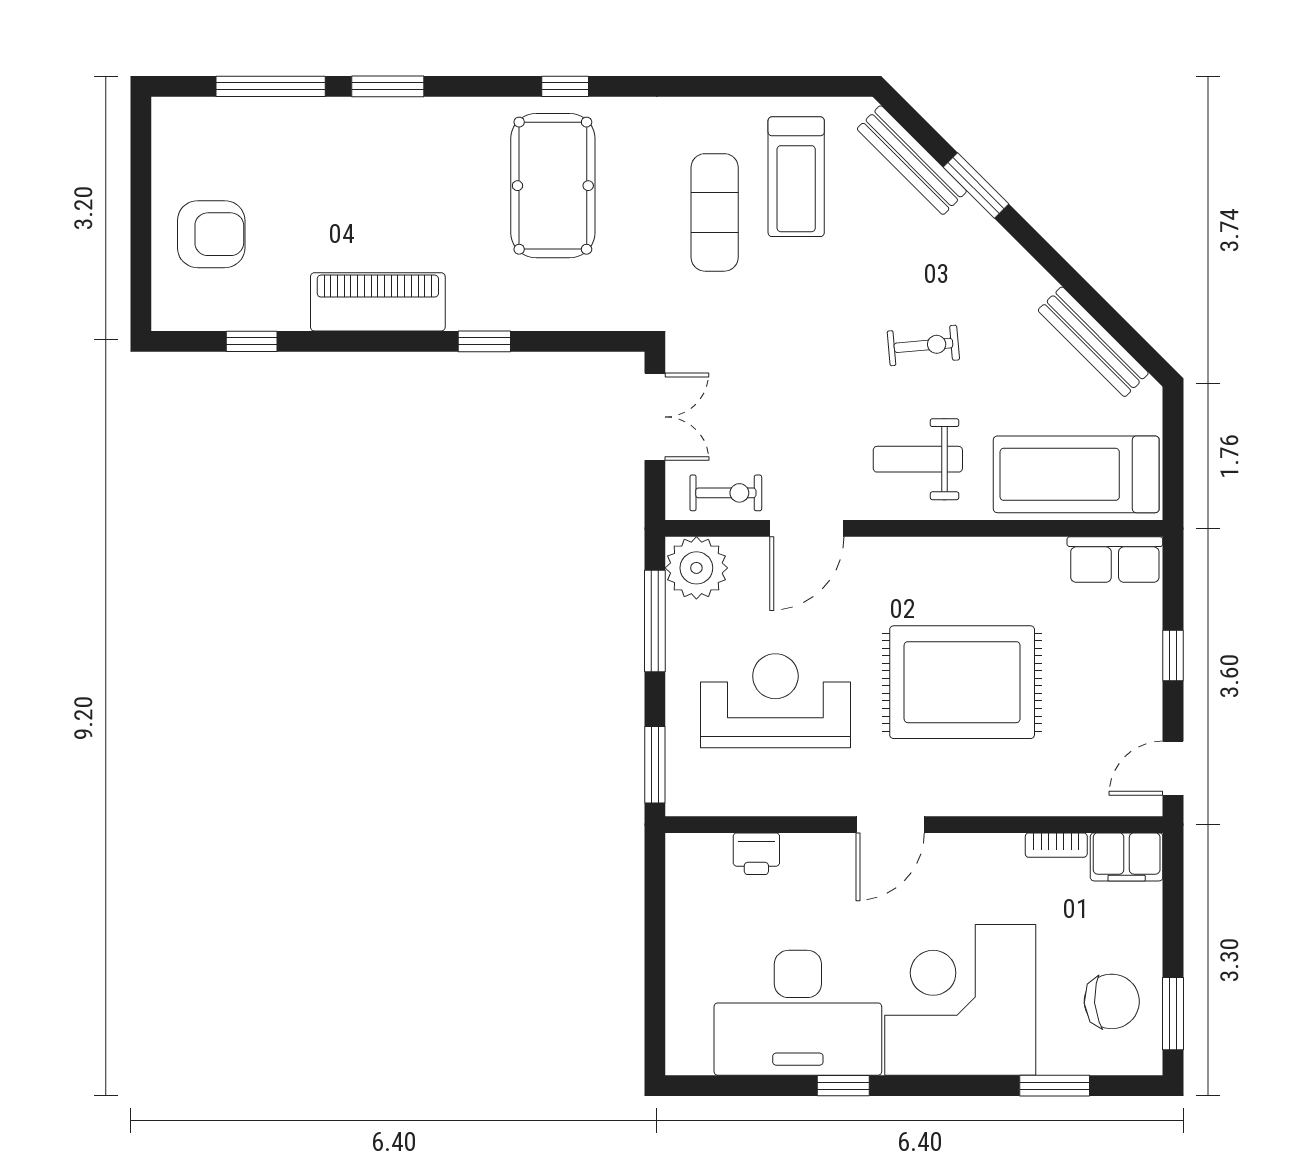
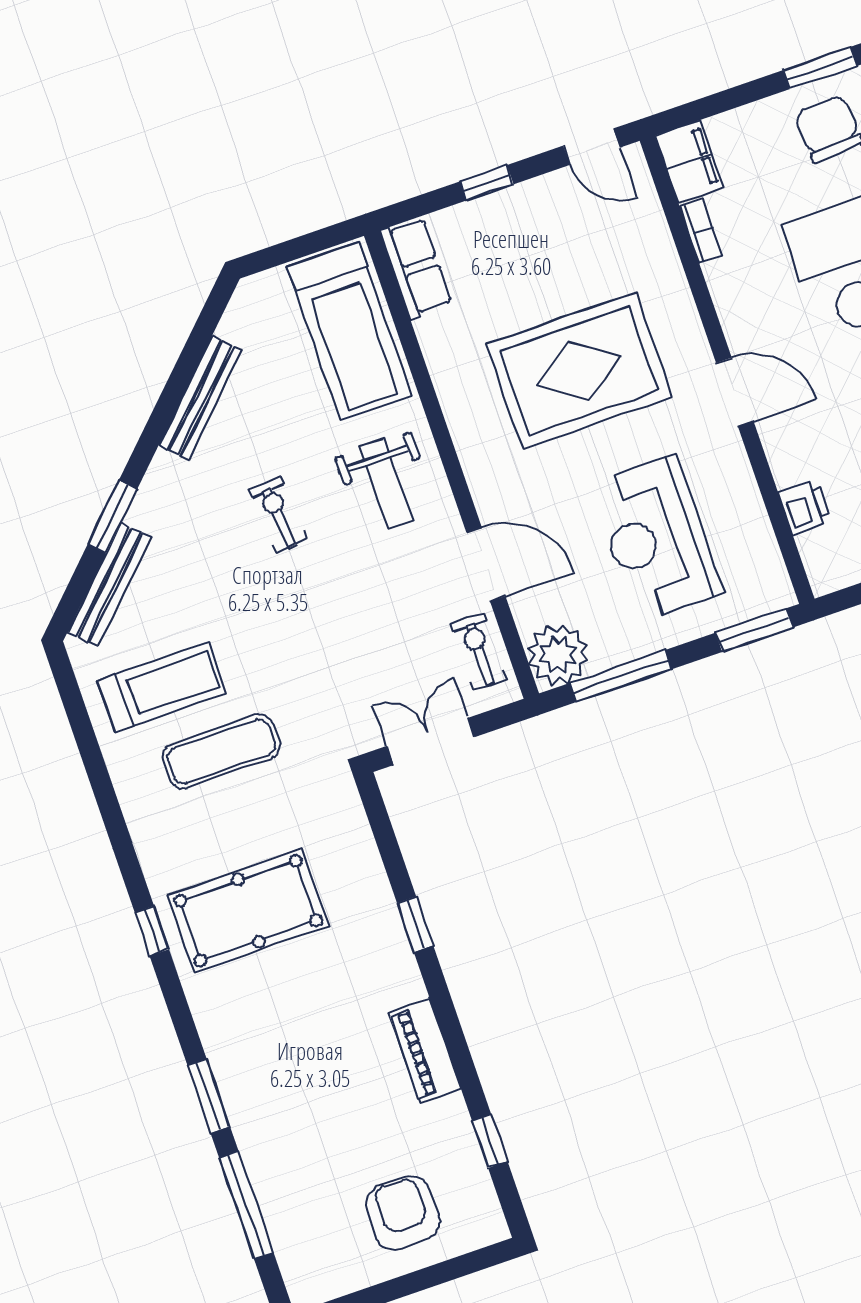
piano: (378, 302) -> (425, 1051), width x0.73, depth x0.75
bench: (1093, 342) -> (201, 398), moved
rug: (962, 682) -> (579, 371), turned 90

